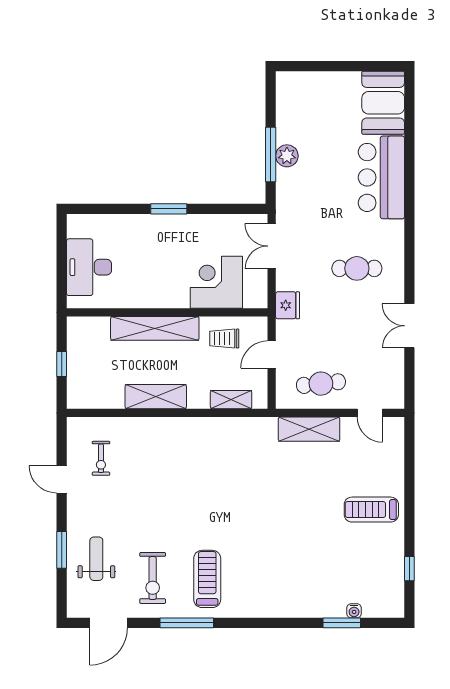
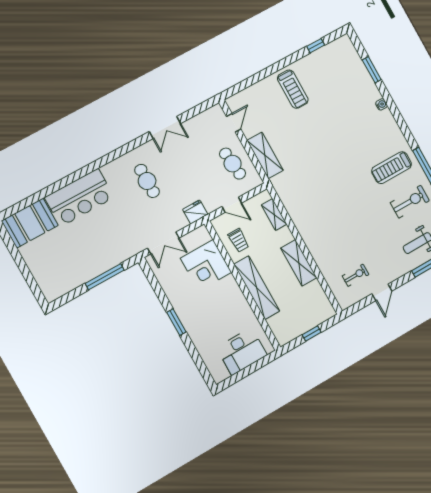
plant: (287, 156) -> (100, 266), removed
water cooler: (354, 611) -> (381, 104), moved

